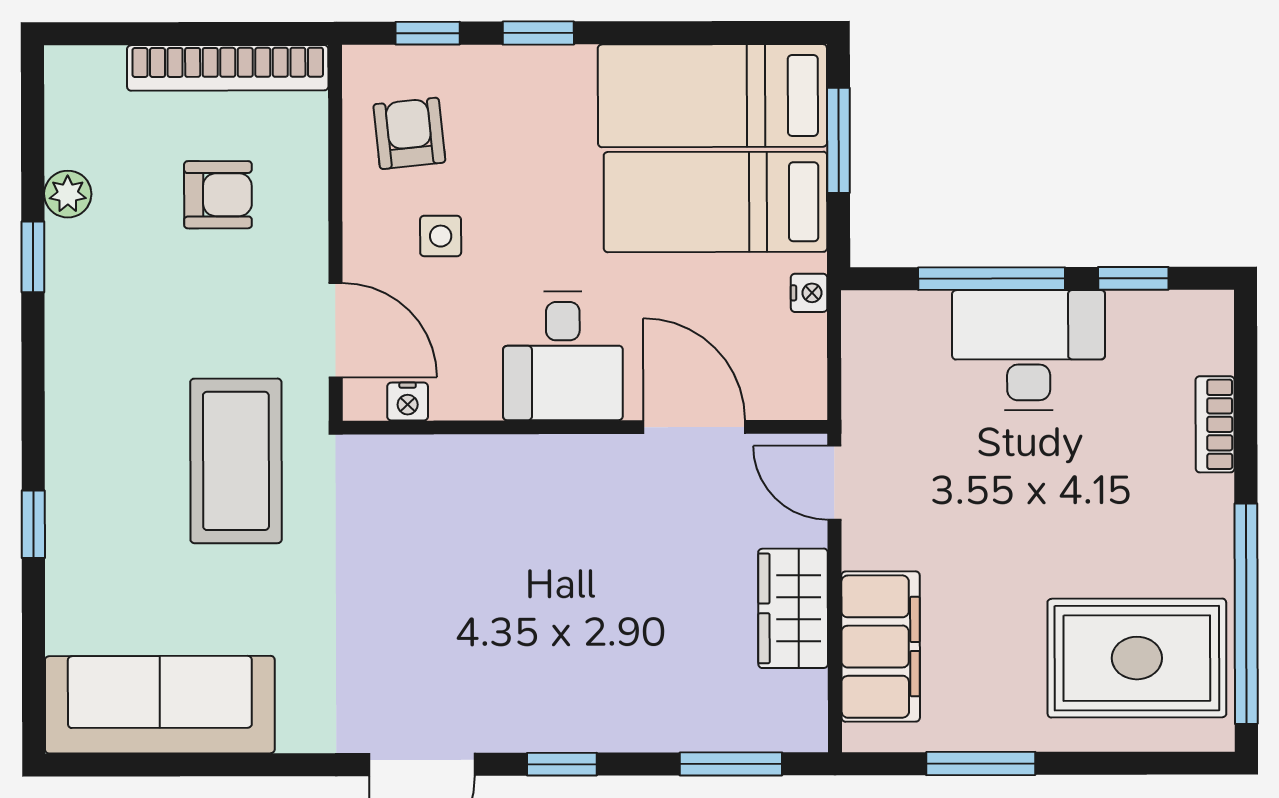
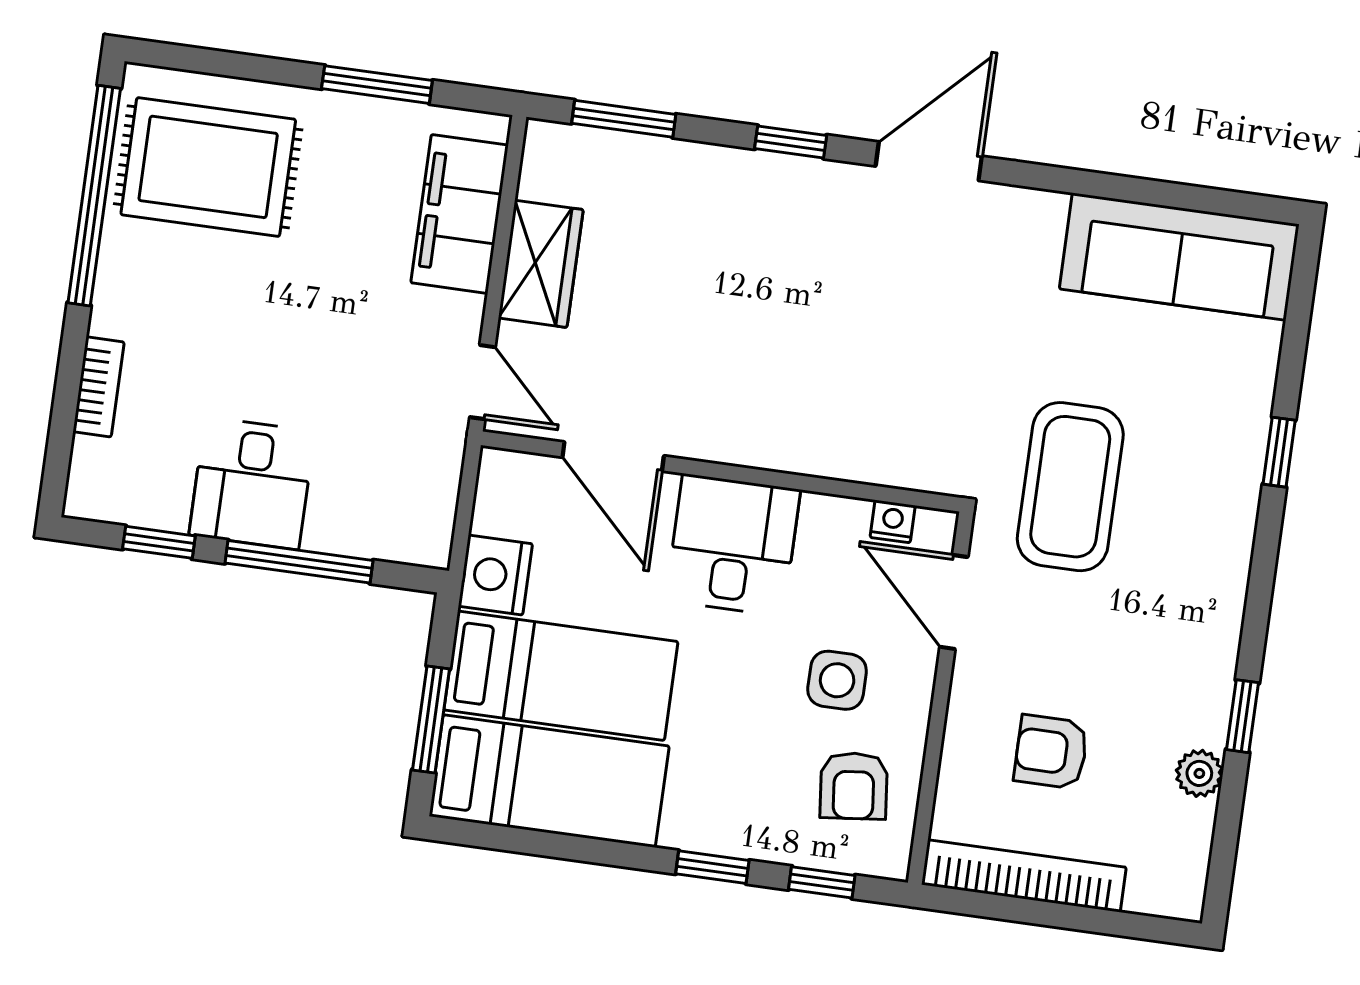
side table: (441, 236) -> (837, 680), width x1.37, depth x1.37
nightstand: (809, 293) -> (495, 575), width x1.89, depth x1.79
desk: (1029, 350) -> (252, 483), width x0.73

